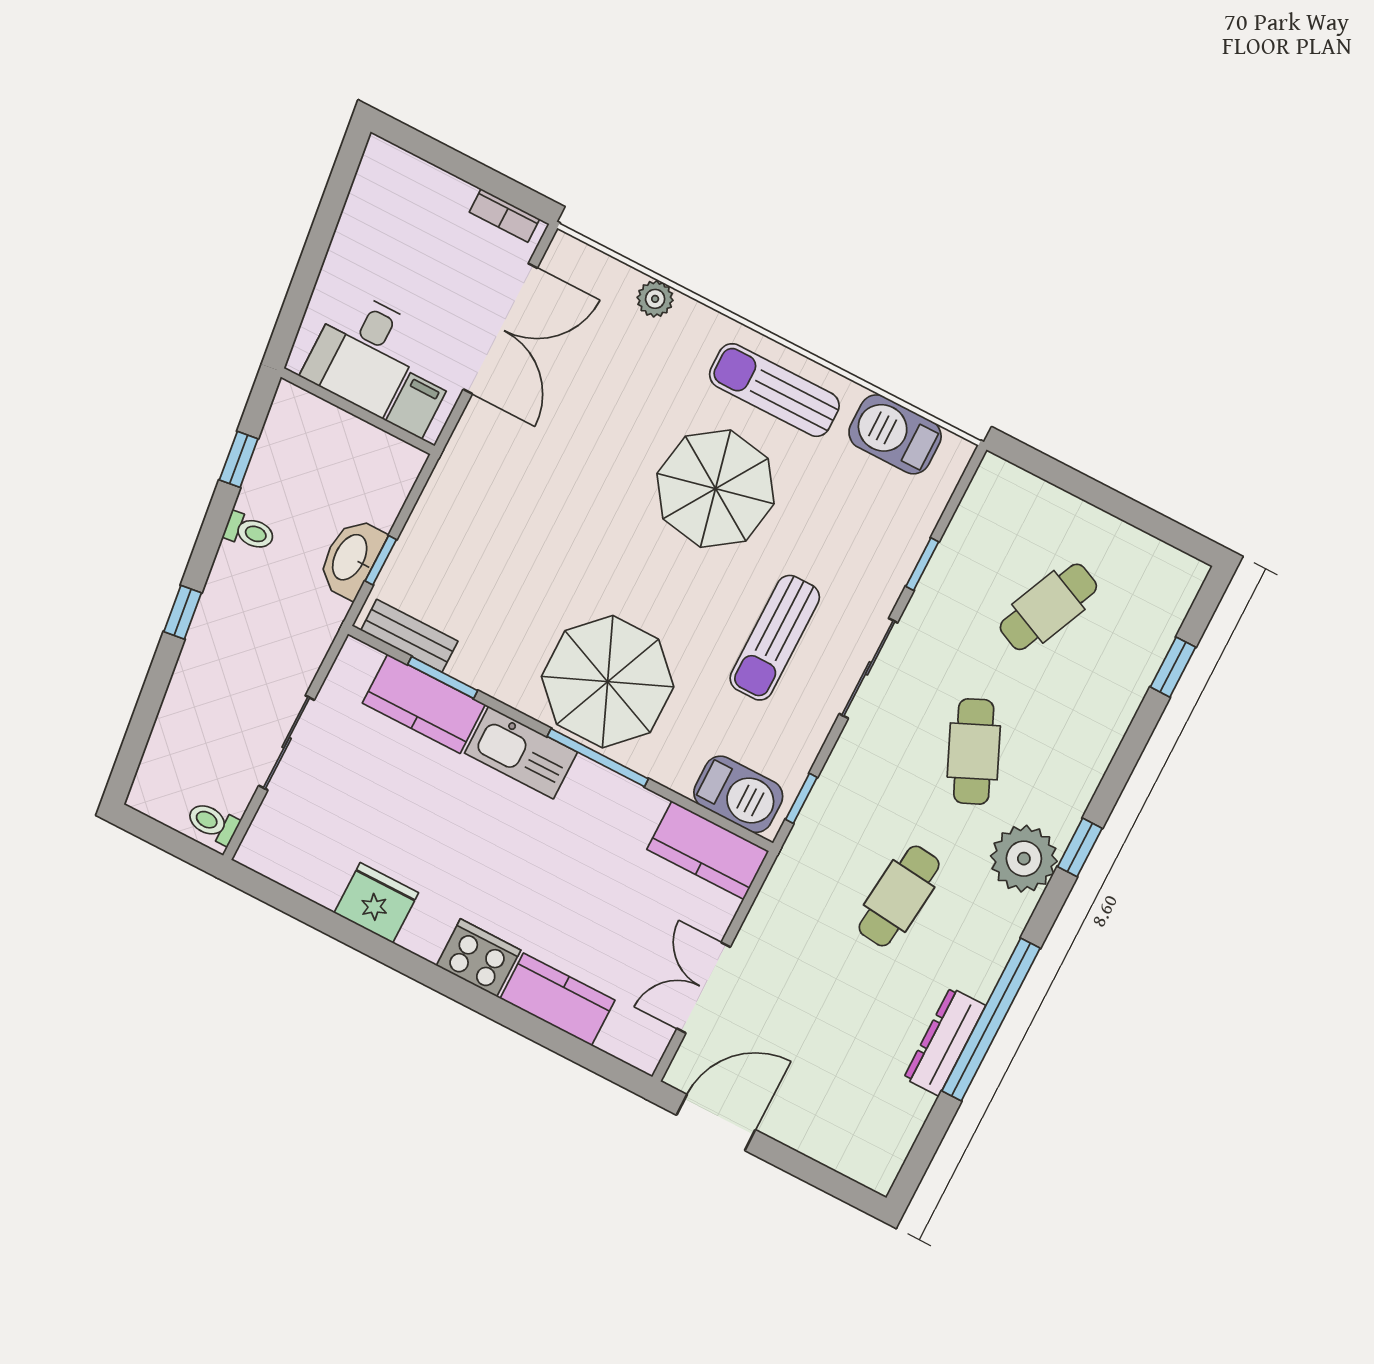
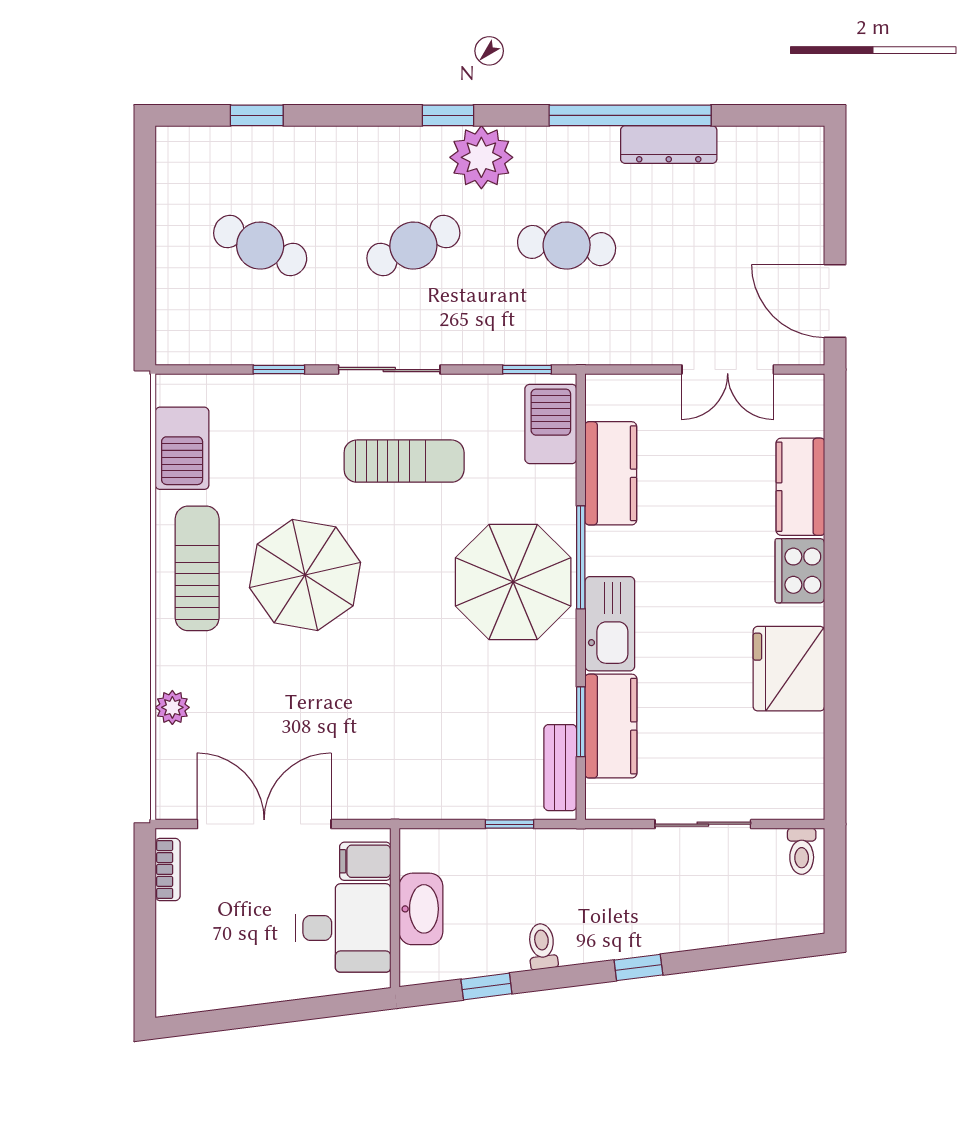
sun lounger: (774, 390) -> (197, 568), turned 180
washbasin: (351, 558) -> (421, 909), moved, turned -90
kitchen counter: (708, 850) -> (611, 473), moved
fridge: (376, 903) -> (789, 669), width x1.36, depth x1.34

